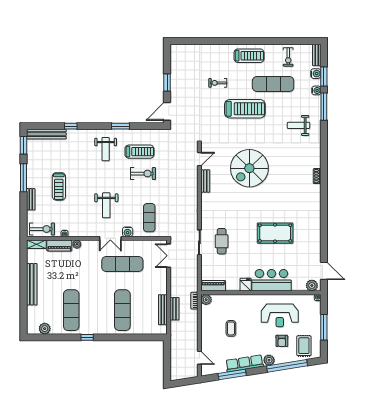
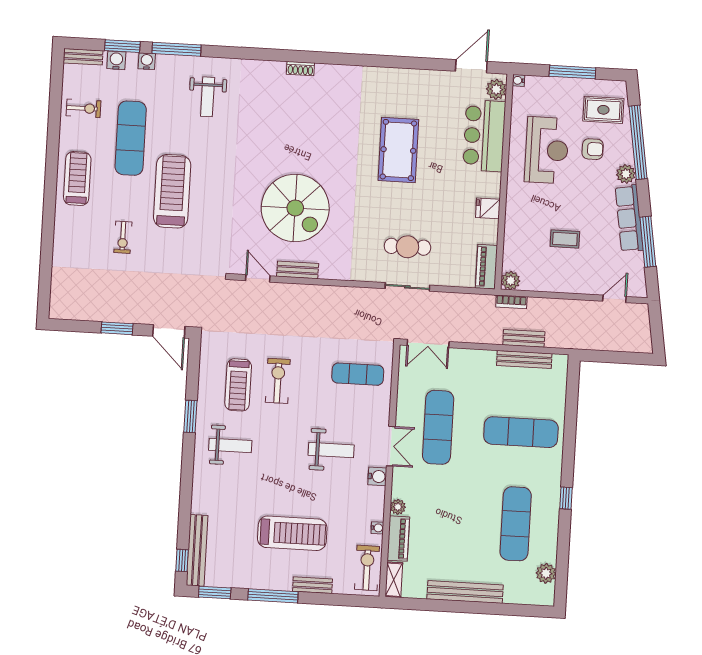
window: (71, 126) -> (182, 560), moved
treadmill: (139, 152) -> (238, 385), turned 180
spiral stairs: (249, 168) -> (295, 208), moved
treadmill: (59, 186) -> (292, 533), width x1.37, depth x1.38
water cooler: (128, 232) -> (377, 476), moved
bar counter: (271, 280) -> (484, 136), moved
exercise mat: (71, 310) -> (516, 524), turned 90

